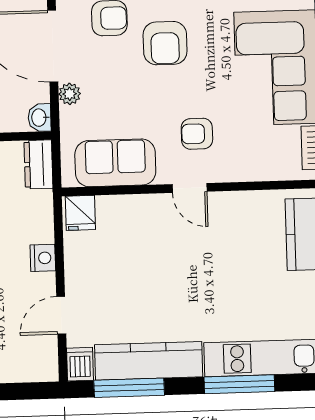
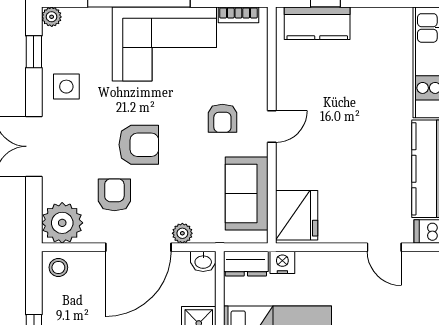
fridge: (80, 213) -> (297, 215), width x1.88, depth x1.34
nightstand: (43, 258) -> (282, 262), moved

